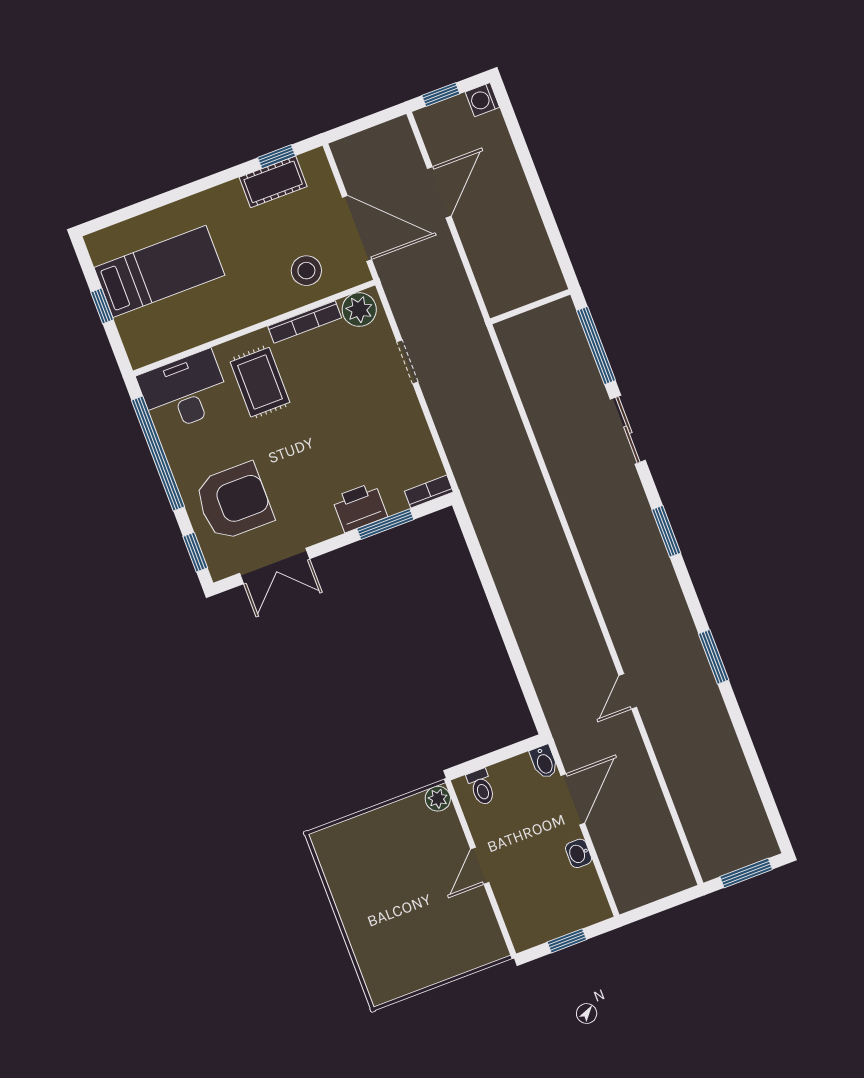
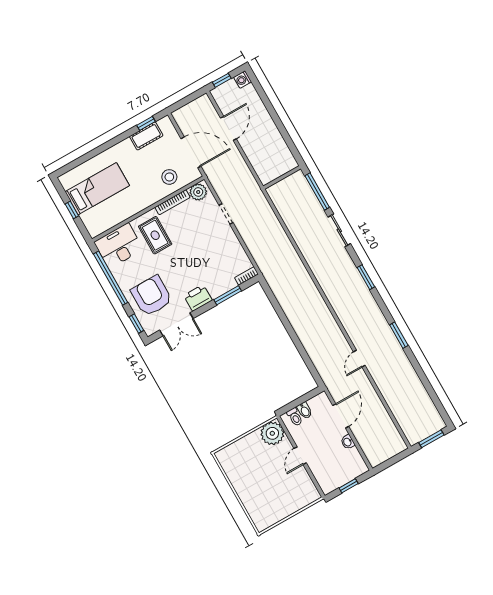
armchair: (234, 502) -> (152, 296), turned -90
printer: (360, 507) -> (198, 298), moved
bidet: (544, 762) -> (305, 411), moved
plant: (438, 799) -> (272, 433), width x1.87, depth x1.87

